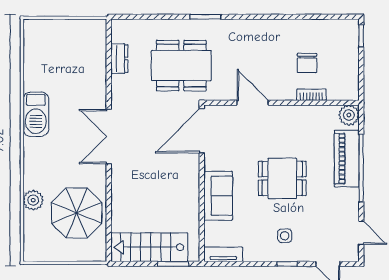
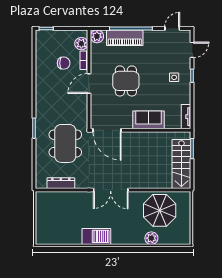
dresser: (119, 59) -> (61, 183), width x1.44
plant: (337, 91) -> (81, 44), added
door: (253, 103) -> (89, 84), moved
dining table: (282, 178) -> (126, 81), moved

